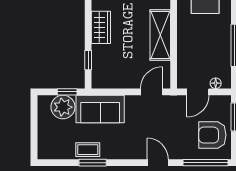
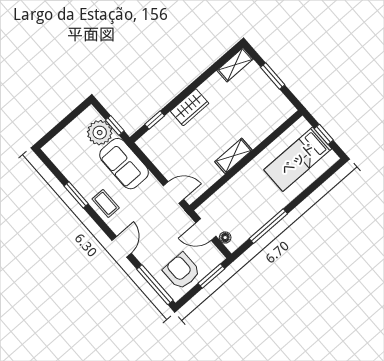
shelving: (160, 35) -> (233, 156), width x0.67, depth x0.75
coffee table: (88, 150) -> (106, 203), moved

